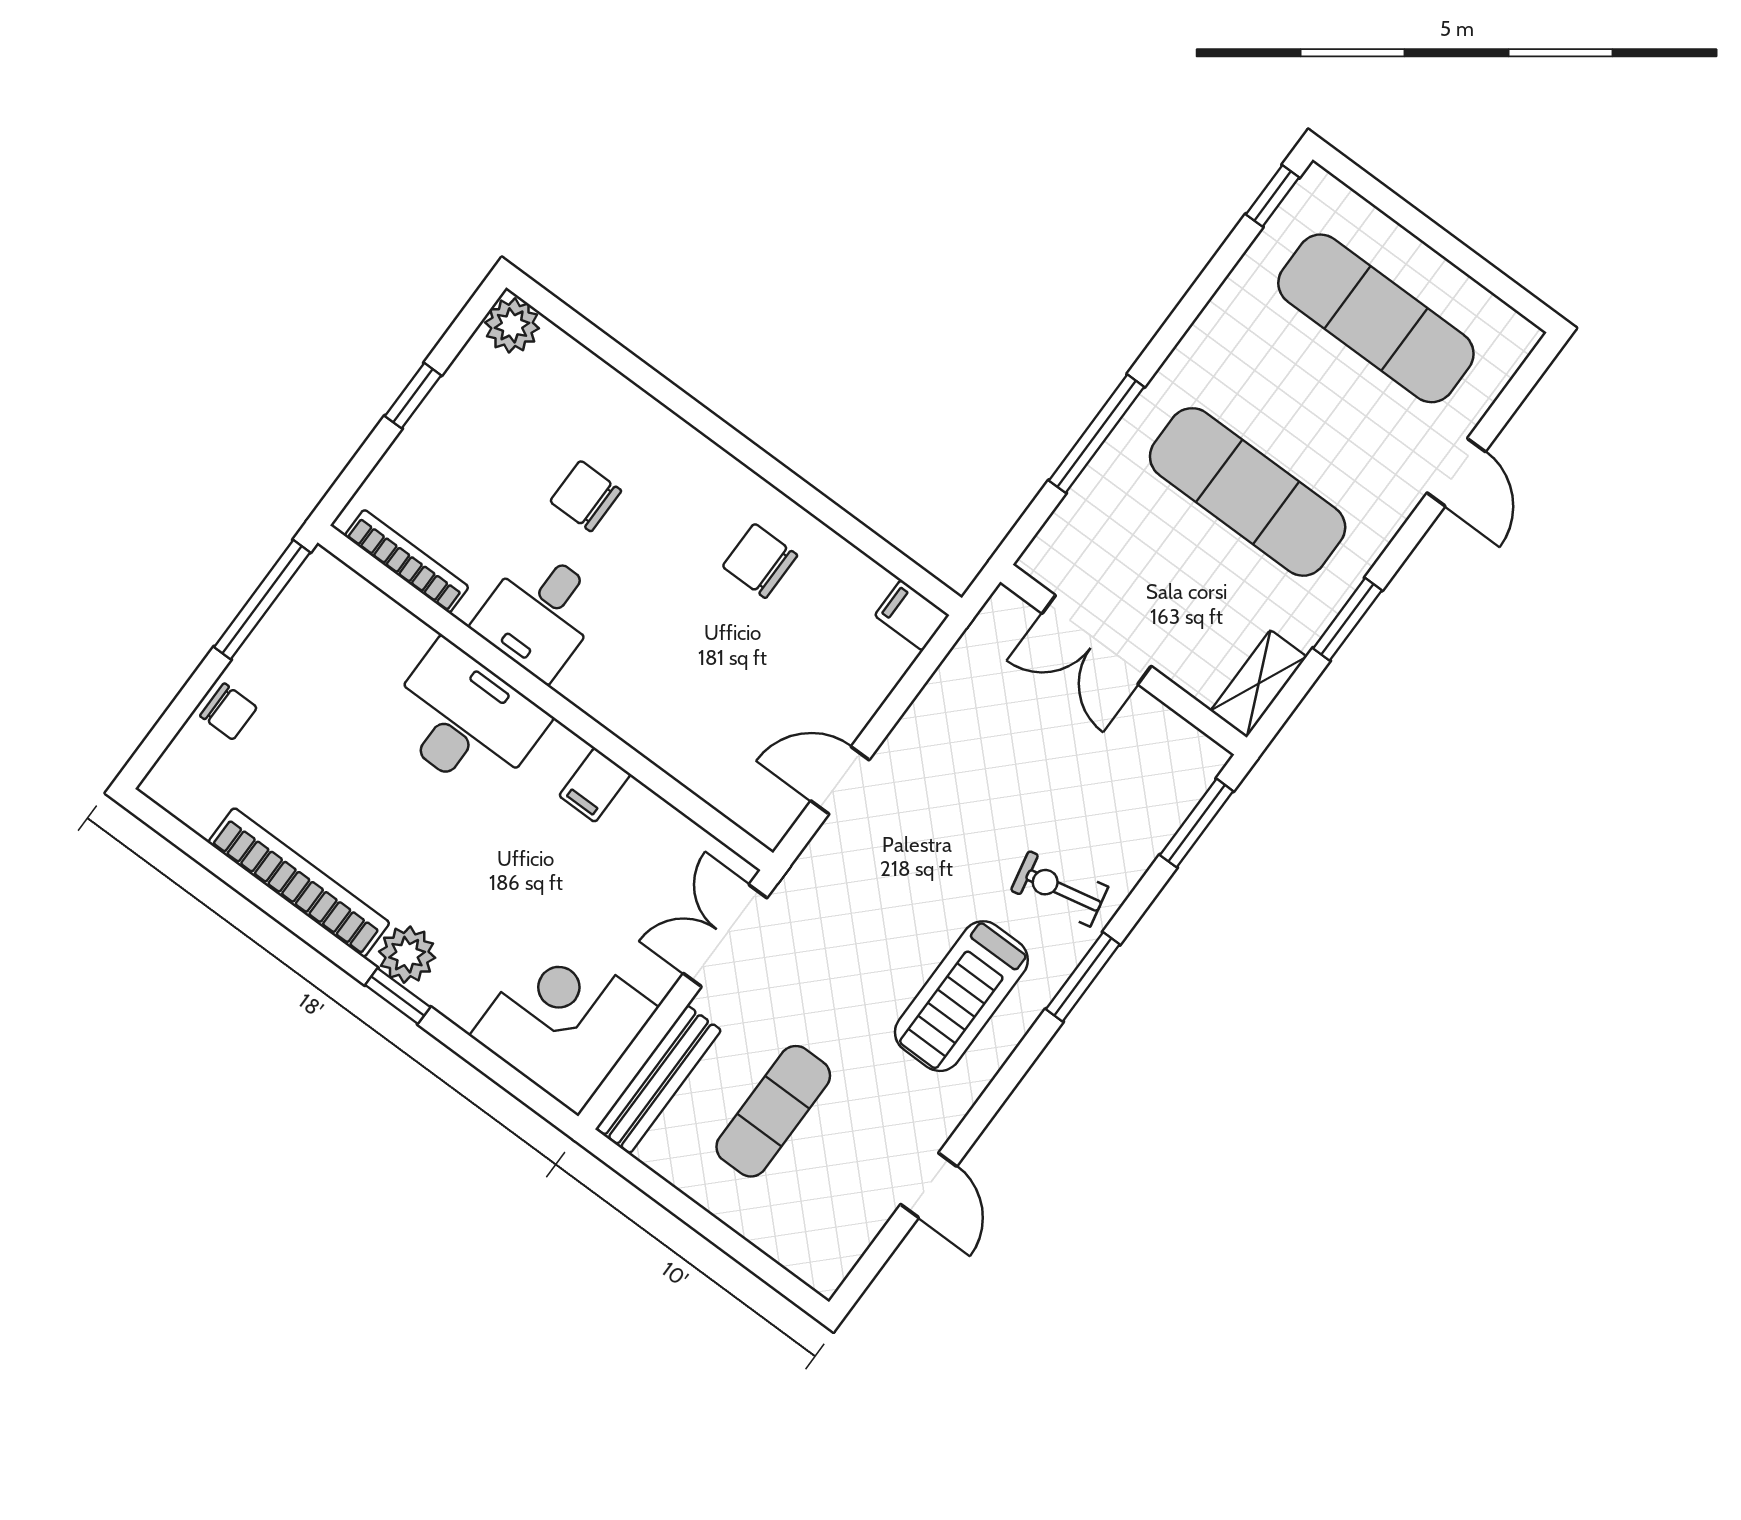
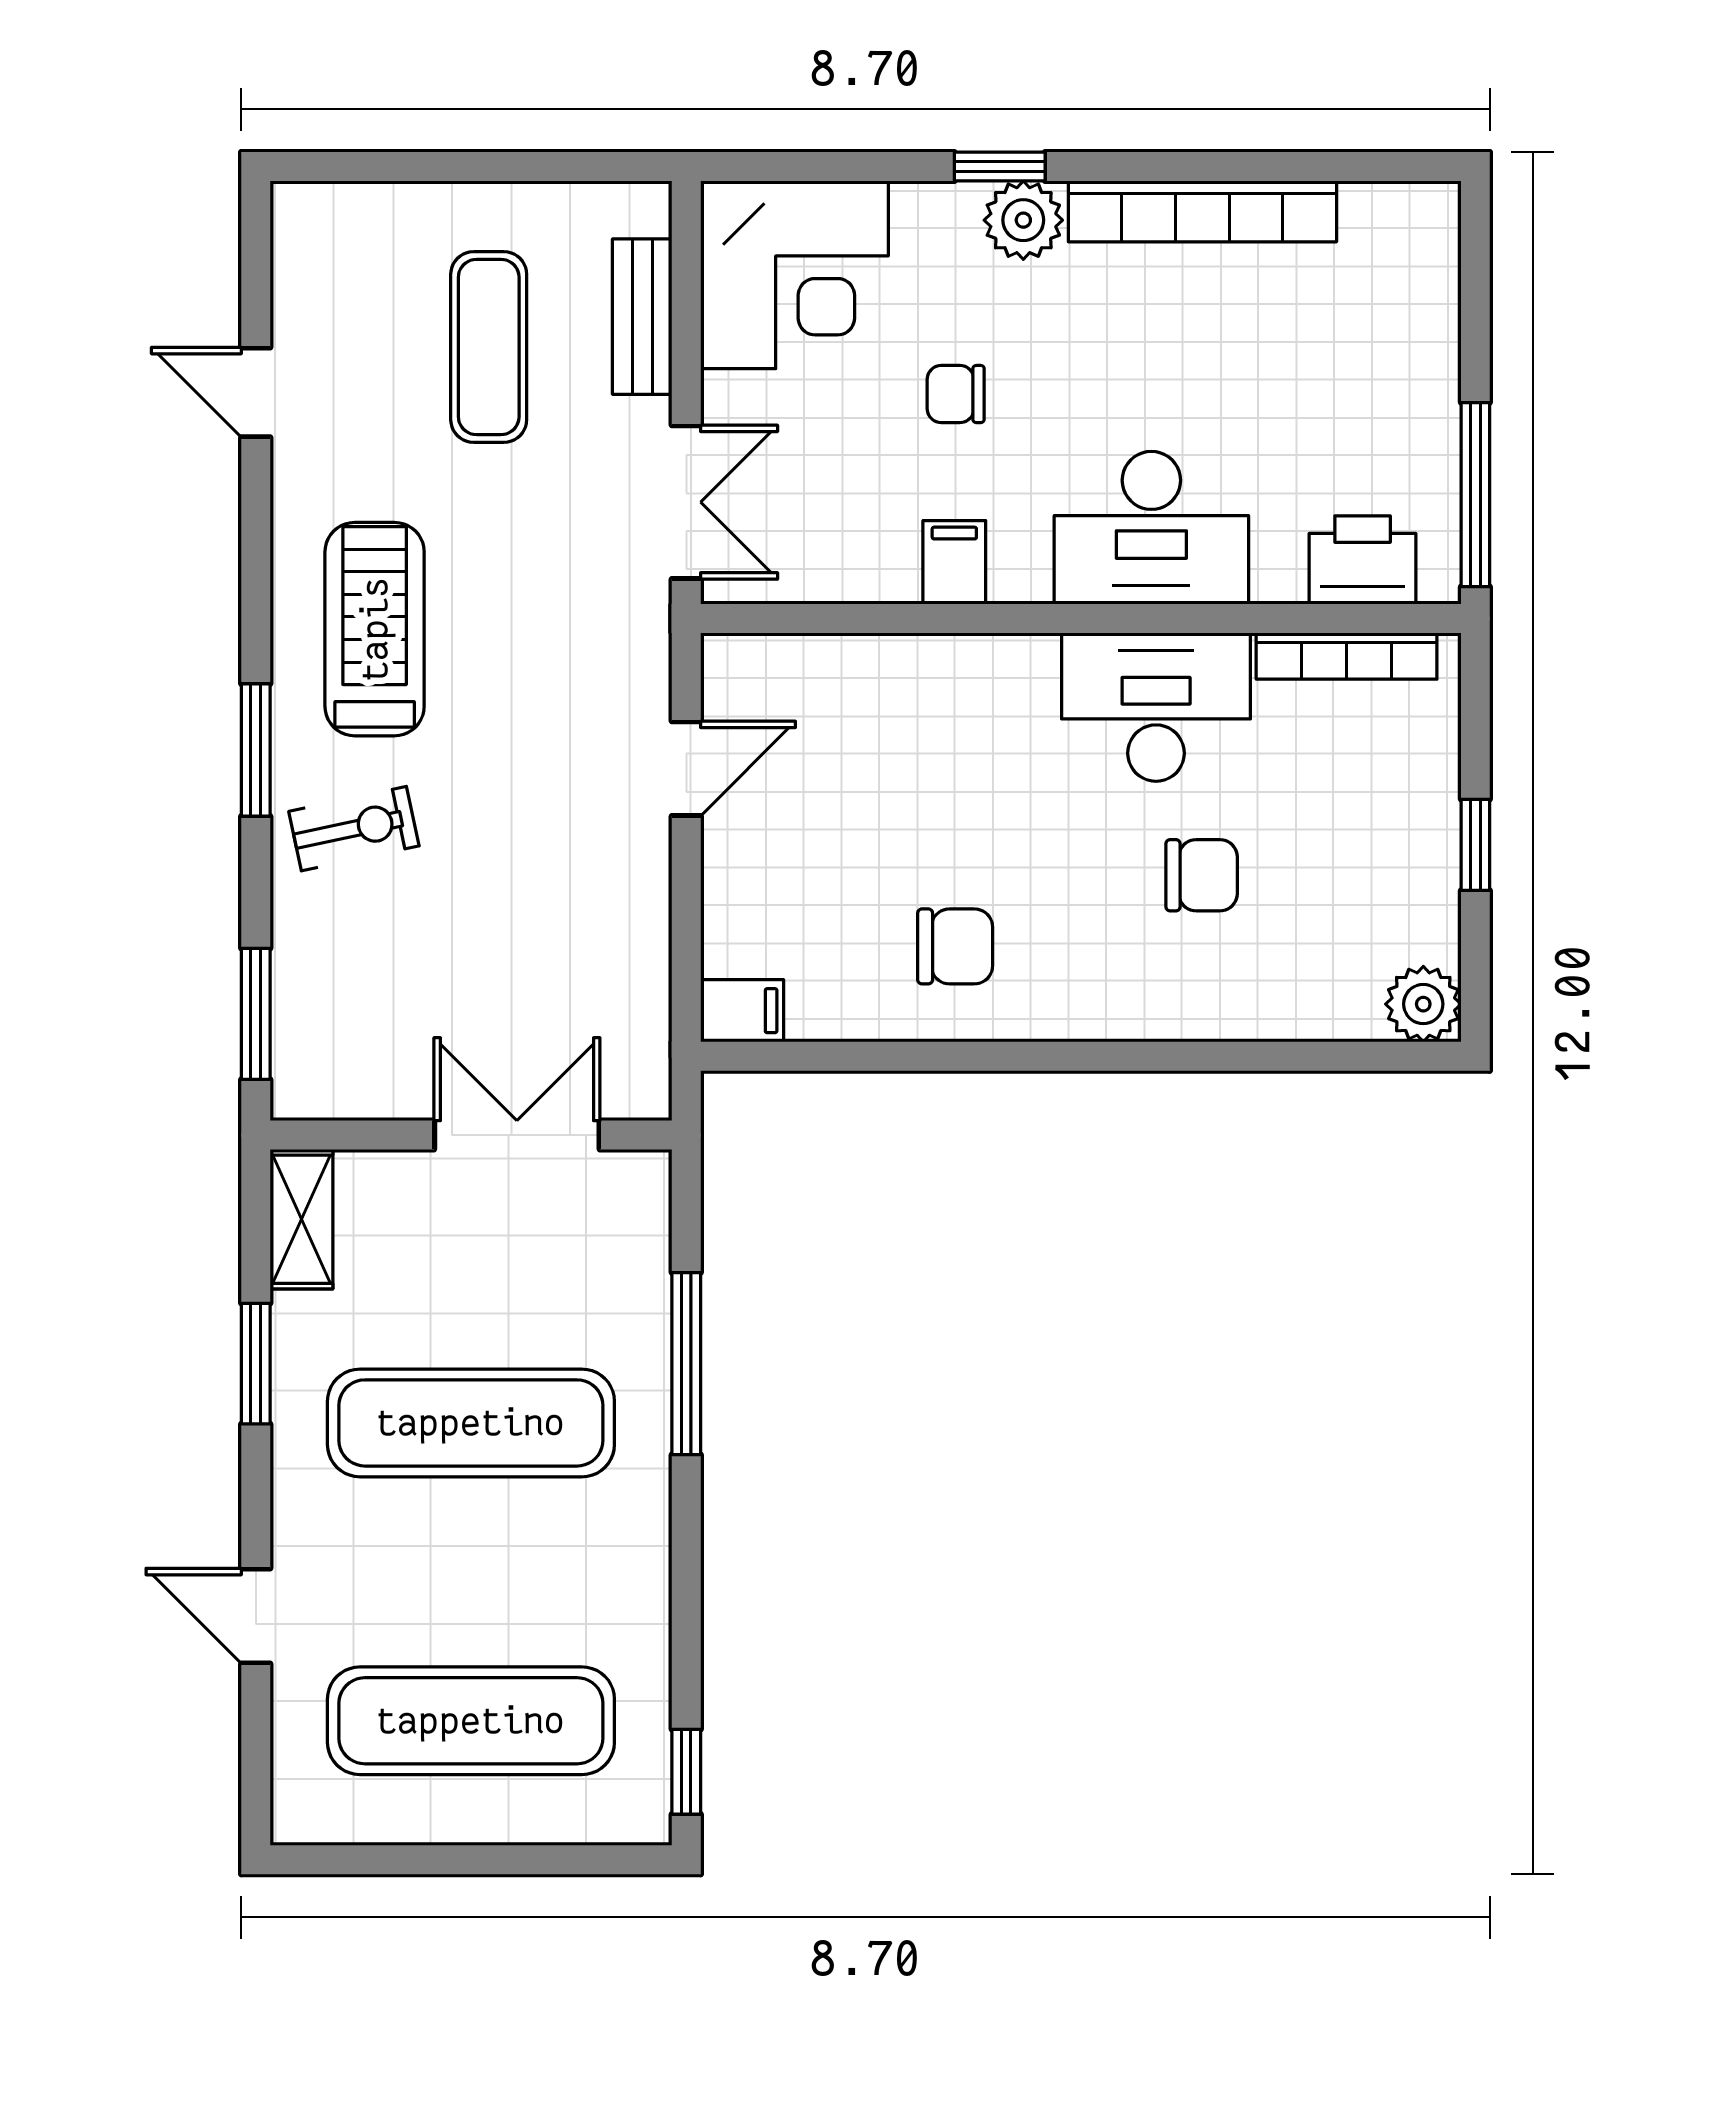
printer: (356, 610) -> (1363, 560), added
desk: (540, 614) -> (1156, 707), width x1.37
chair: (229, 712) -> (956, 394), moved
bench: (659, 1079) -> (642, 317), width x0.73

